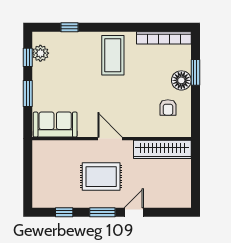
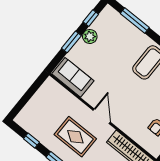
window: (69, 27) -> (135, 20), width x2.17
plant: (40, 53) -> (90, 36), moved

